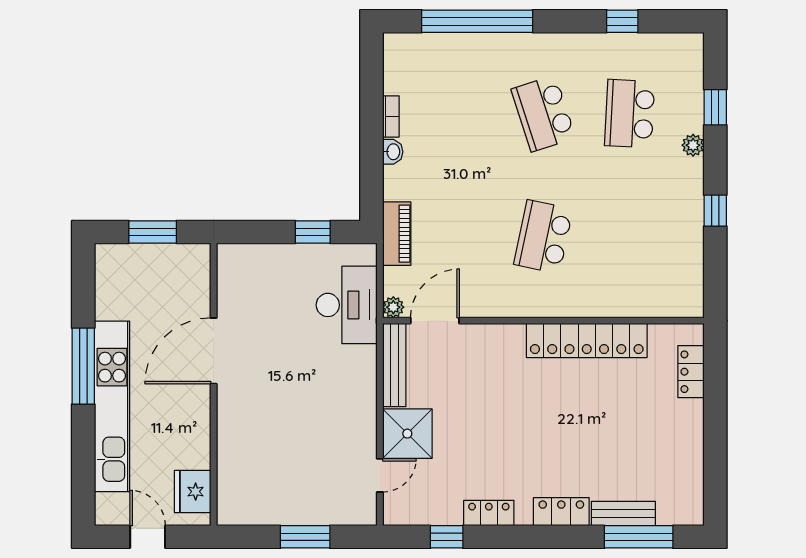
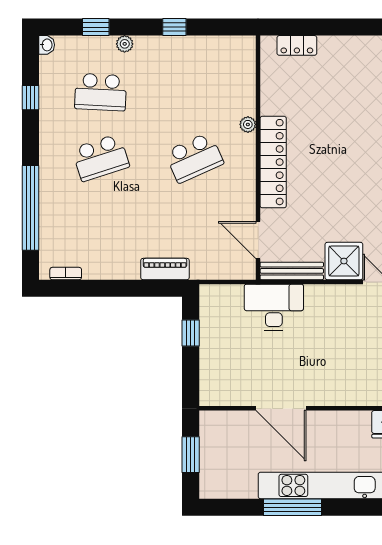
bookcase: (391, 116) -> (66, 274), moved
washbasin: (393, 152) -> (47, 45), moved, turned 90
piano: (397, 234) -> (165, 269), moved
school desk: (543, 237) -> (194, 158), turned -36
desk: (347, 305) -> (274, 307), moved
plant: (393, 307) -> (248, 124), moved
locker: (587, 341) -> (273, 162), moved

